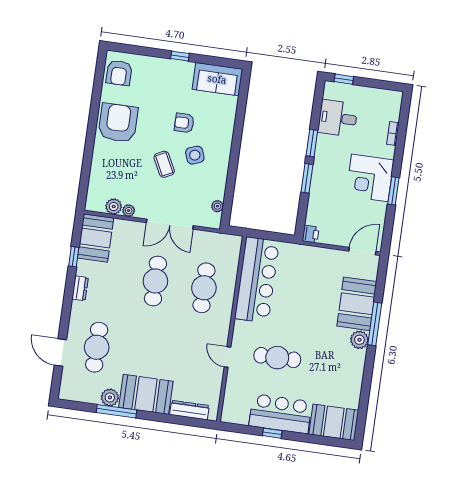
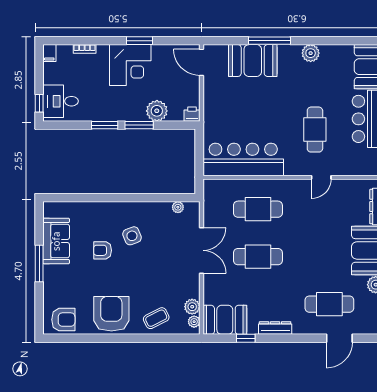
window: (180, 56) -> (39, 263), width x2.17
sofa: (217, 79) -> (56, 241), moved
filing cabinet: (394, 97) -> (49, 53), added
desk: (338, 118) -> (61, 101), moved, turned 90
armchair: (118, 123) -> (111, 314), turned 90
armchair: (184, 123) -> (103, 250), turned 90
coffee table: (164, 164) -> (156, 318), moved
plant: (319, 198) -> (157, 111), added
plant: (129, 211) -> (194, 322), moved
dresser: (80, 288) -> (275, 328), width x1.44
plant: (359, 340) -> (311, 53), moved

